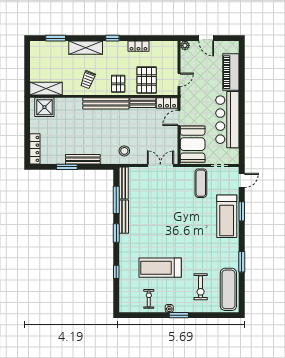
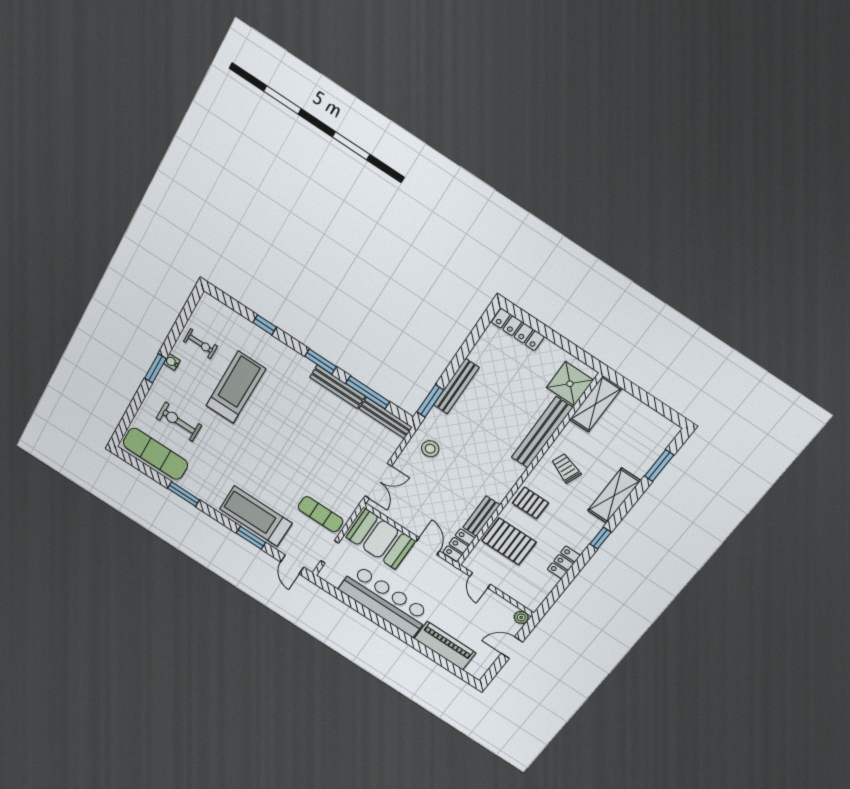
bench: (106, 103) -> (542, 433), moved
window: (67, 167) -> (430, 401), moved

